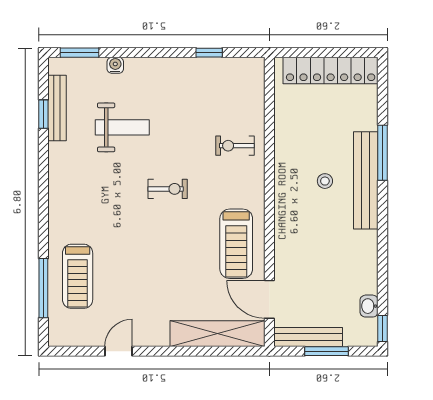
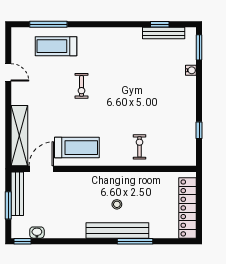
weight bench: (122, 127) -> (151, 75), removed
exercise bike: (168, 189) -> (82, 86), moved
treadmill: (236, 244) -> (77, 148), turned 180

